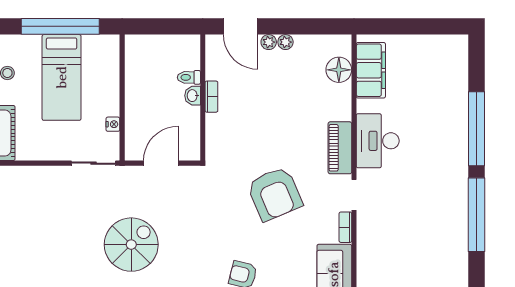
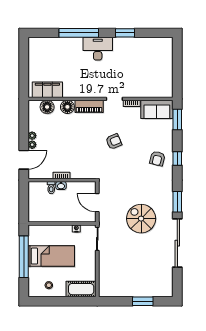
floor lamp: (339, 107) -> (67, 107), added
desk: (378, 141) -> (98, 49), moved, turned 180
armchair: (275, 194) -> (114, 142), width x0.53, depth x0.53
window: (477, 215) -> (125, 33), width x0.47

